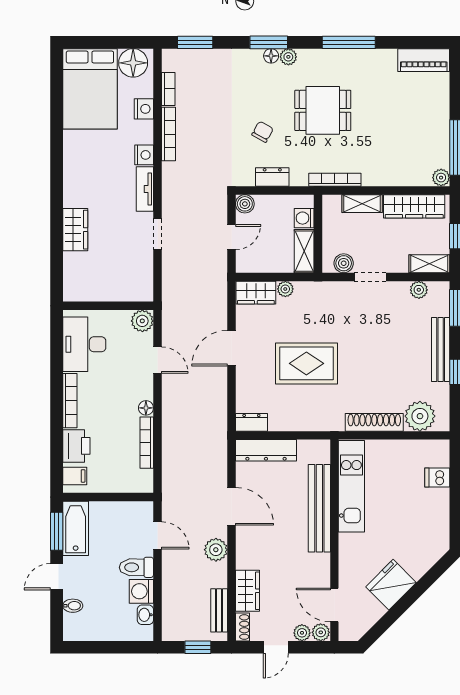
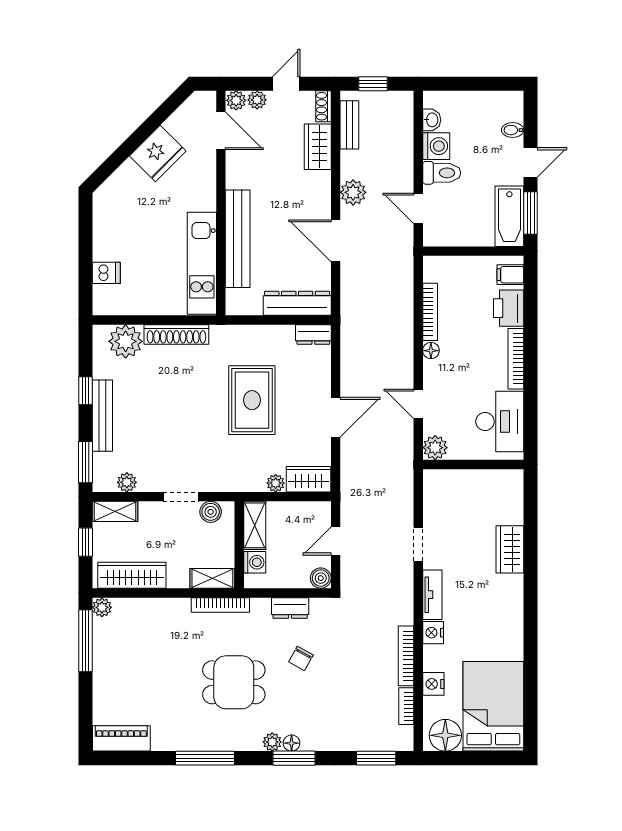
shelving: (362, 204) -> (212, 578), moved
rug: (306, 363) -> (252, 400), turned 90

